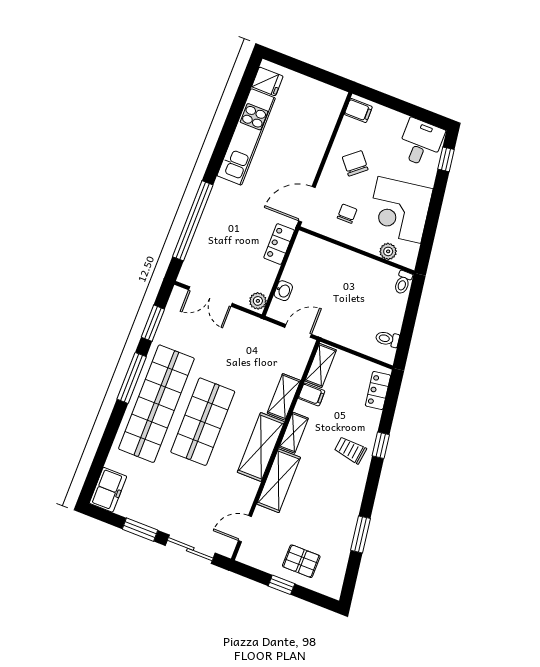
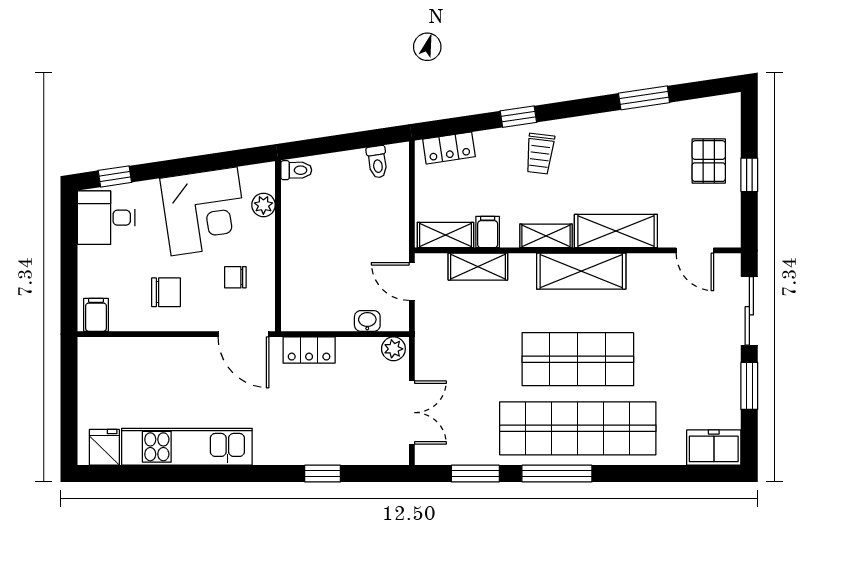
chair: (355, 163) -> (166, 292), turned -140
window: (193, 221) -> (323, 474), width x0.32
shelving: (284, 397) -> (478, 267), moved

